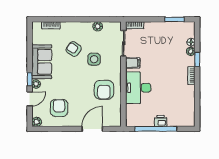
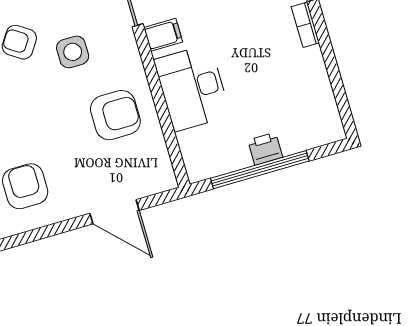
armchair: (104, 90) -> (115, 115), turned -90
door: (92, 129) -> (114, 212), swing flipped

